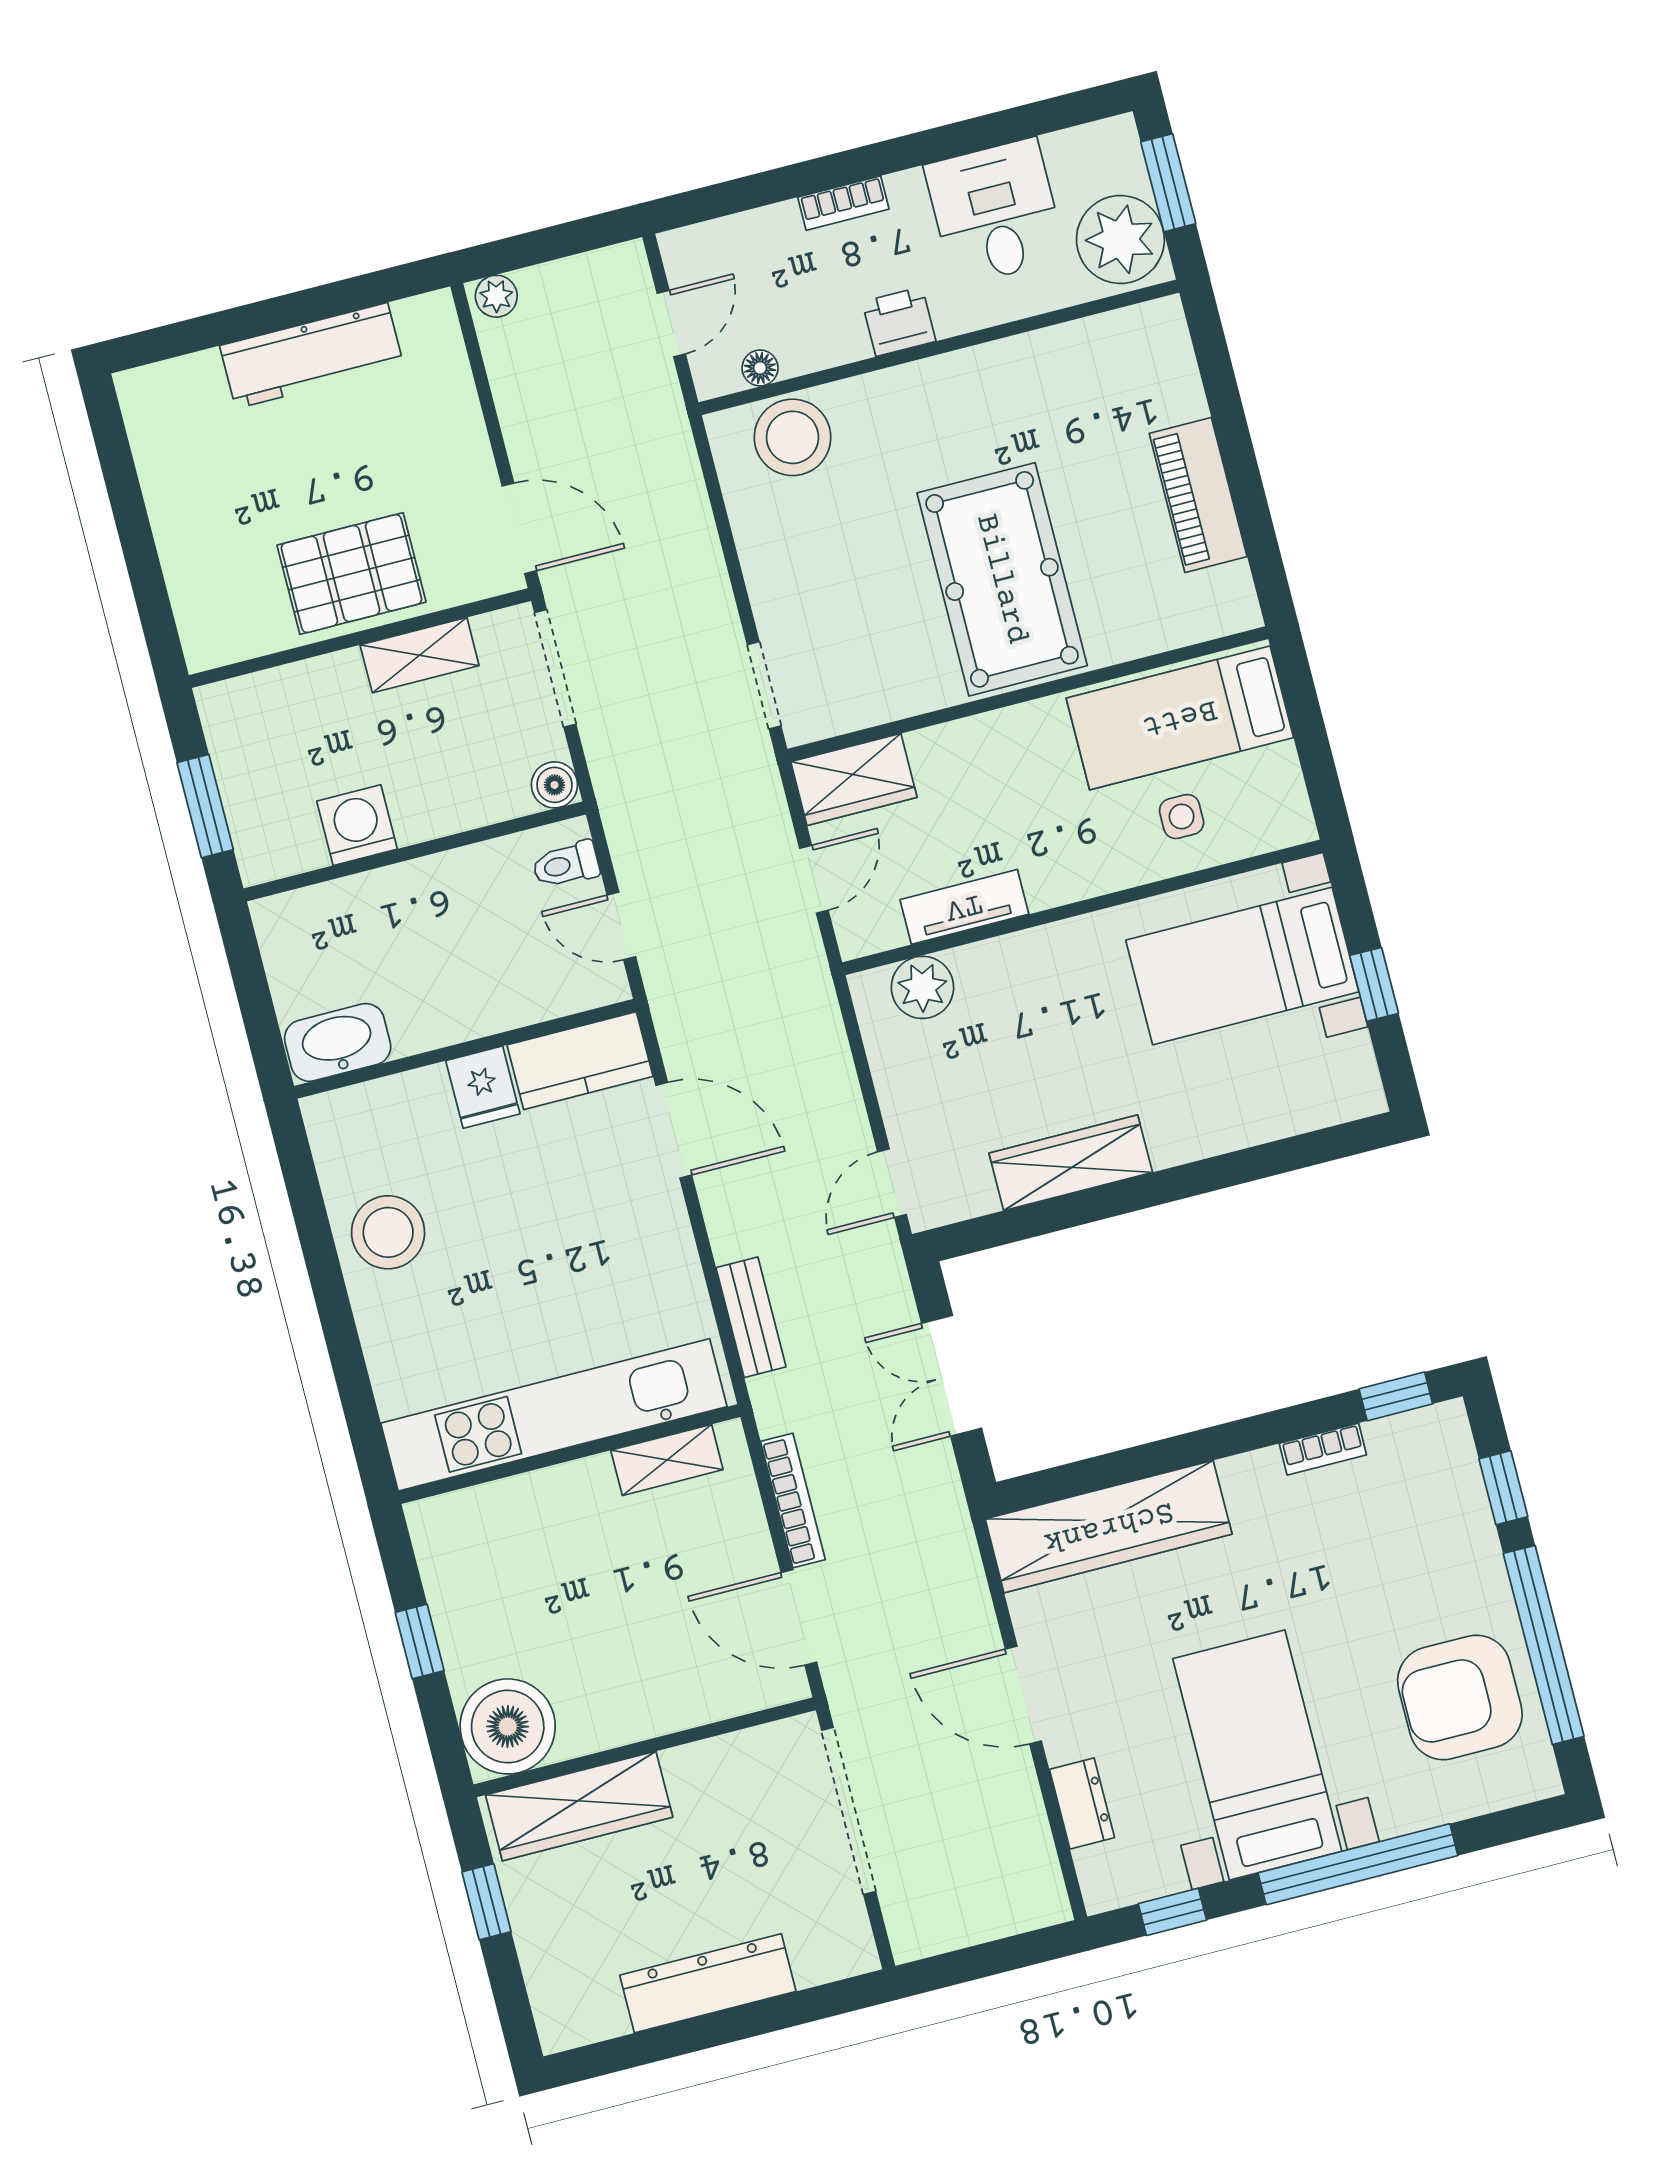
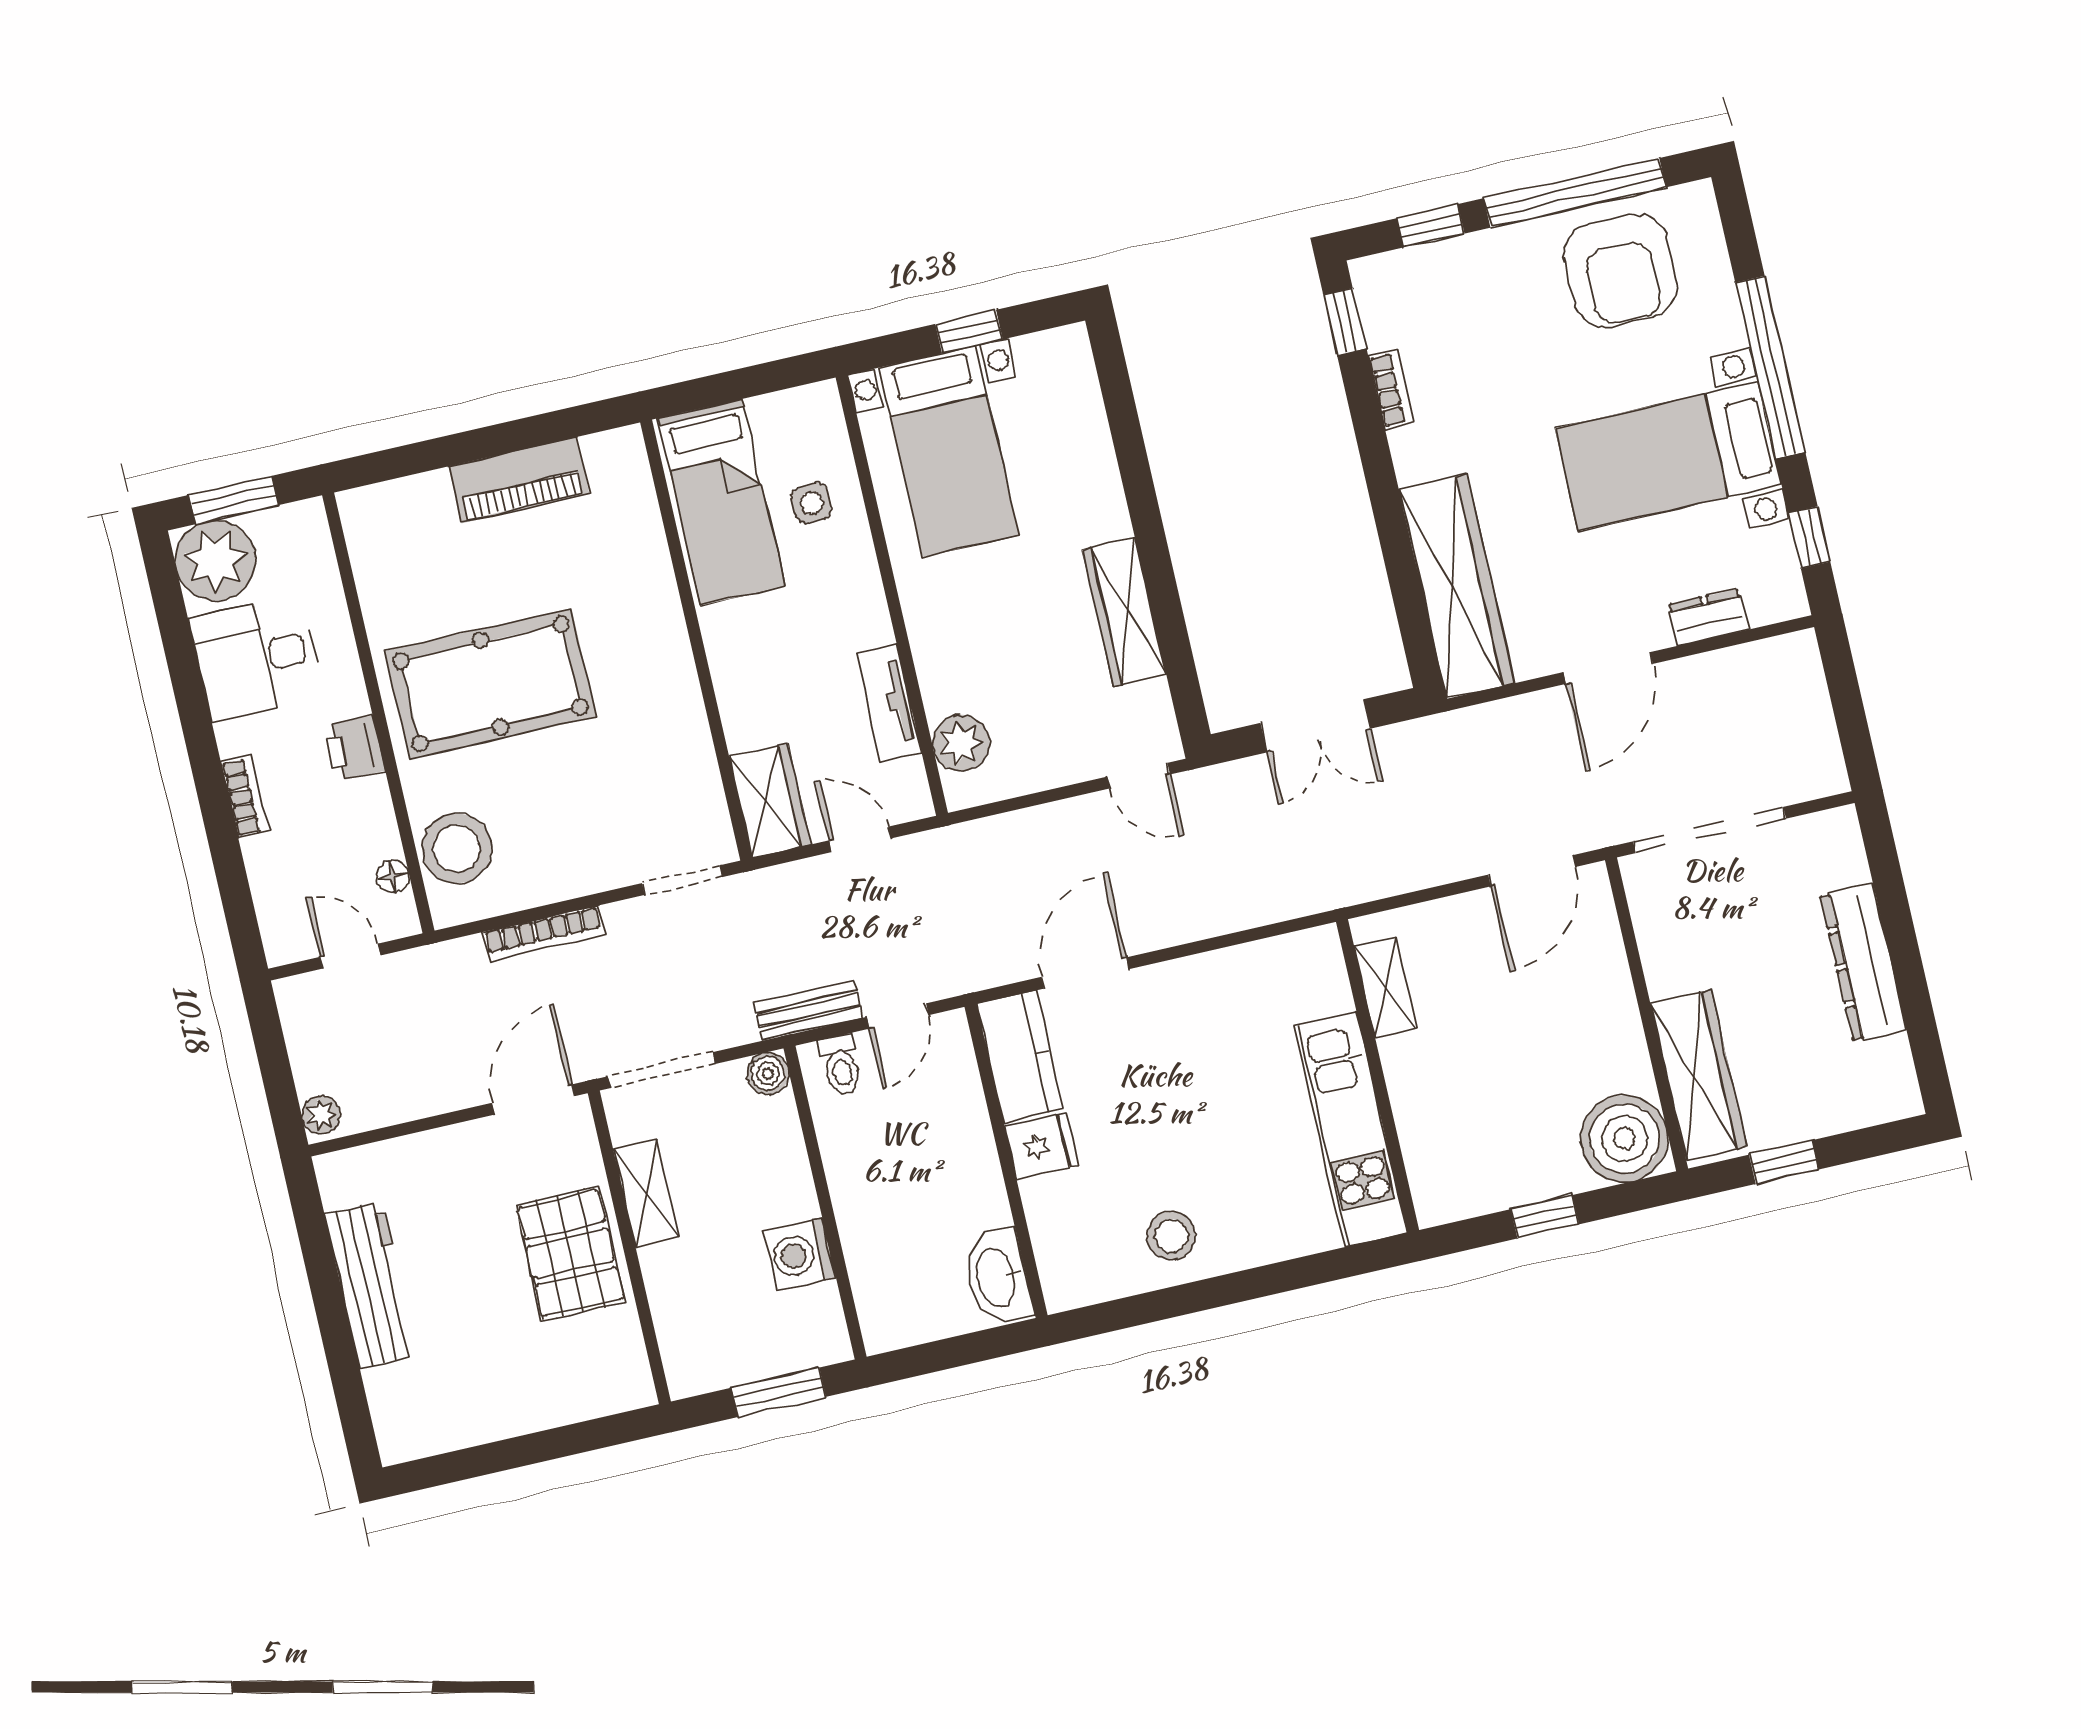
plant: (1120, 239) -> (216, 561), moved
pool table: (1002, 579) -> (491, 684), moved
stool: (388, 1232) -> (1171, 1236), width x0.73, depth x0.73
bench: (751, 1317) -> (808, 1010), moved
kitchen unit: (554, 1415) -> (1351, 1129), width x0.73
bookcase: (793, 1501) -> (544, 934), moved, turned 180

